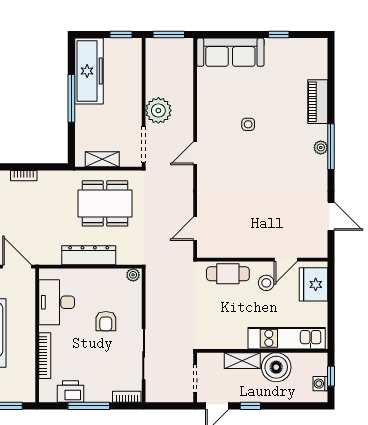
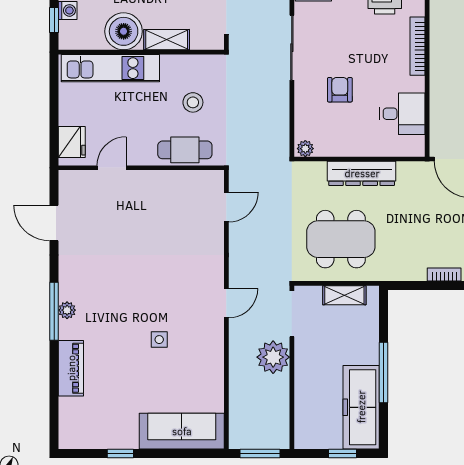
window: (121, 35) -> (342, 454), moved
stool: (266, 283) -> (193, 102), moved
fridge: (313, 284) -> (72, 142), width x0.73, depth x0.75
desk: (57, 302) -> (402, 114), width x0.73

